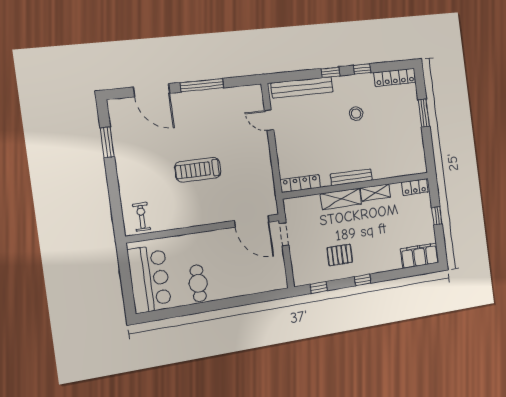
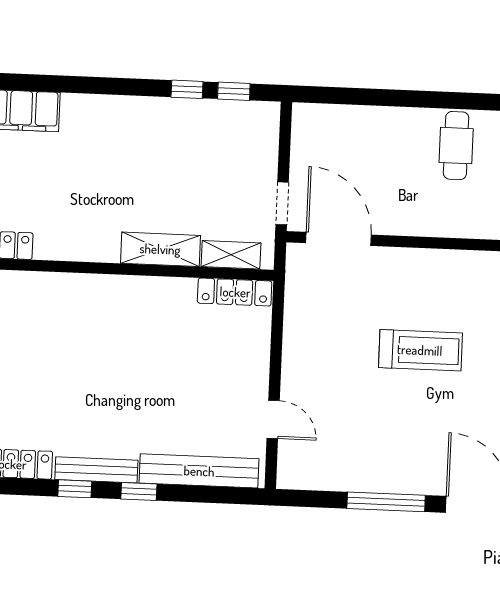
stool: (356, 114) -> (102, 406), removed
bench: (351, 177) -> (96, 470), moved
shelving: (376, 193) -> (231, 255), moved
pallet: (340, 255) -> (182, 144), removed
window: (363, 280) -> (187, 89), moved

